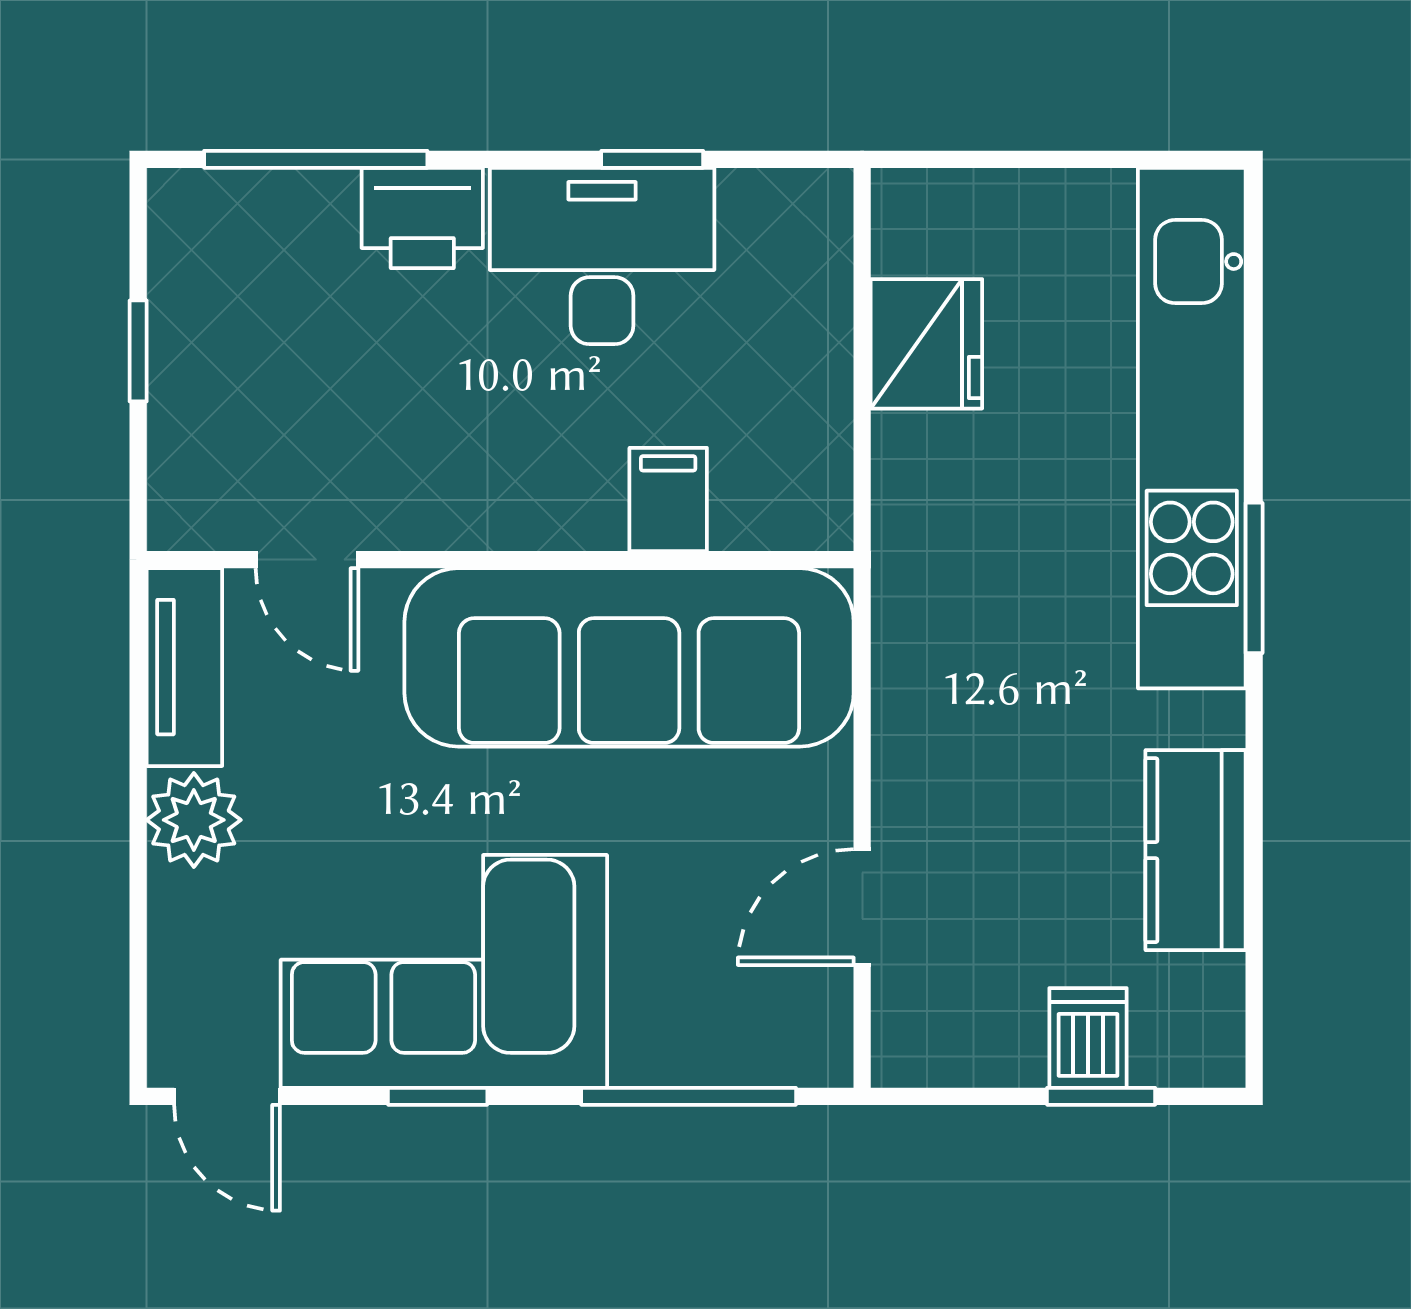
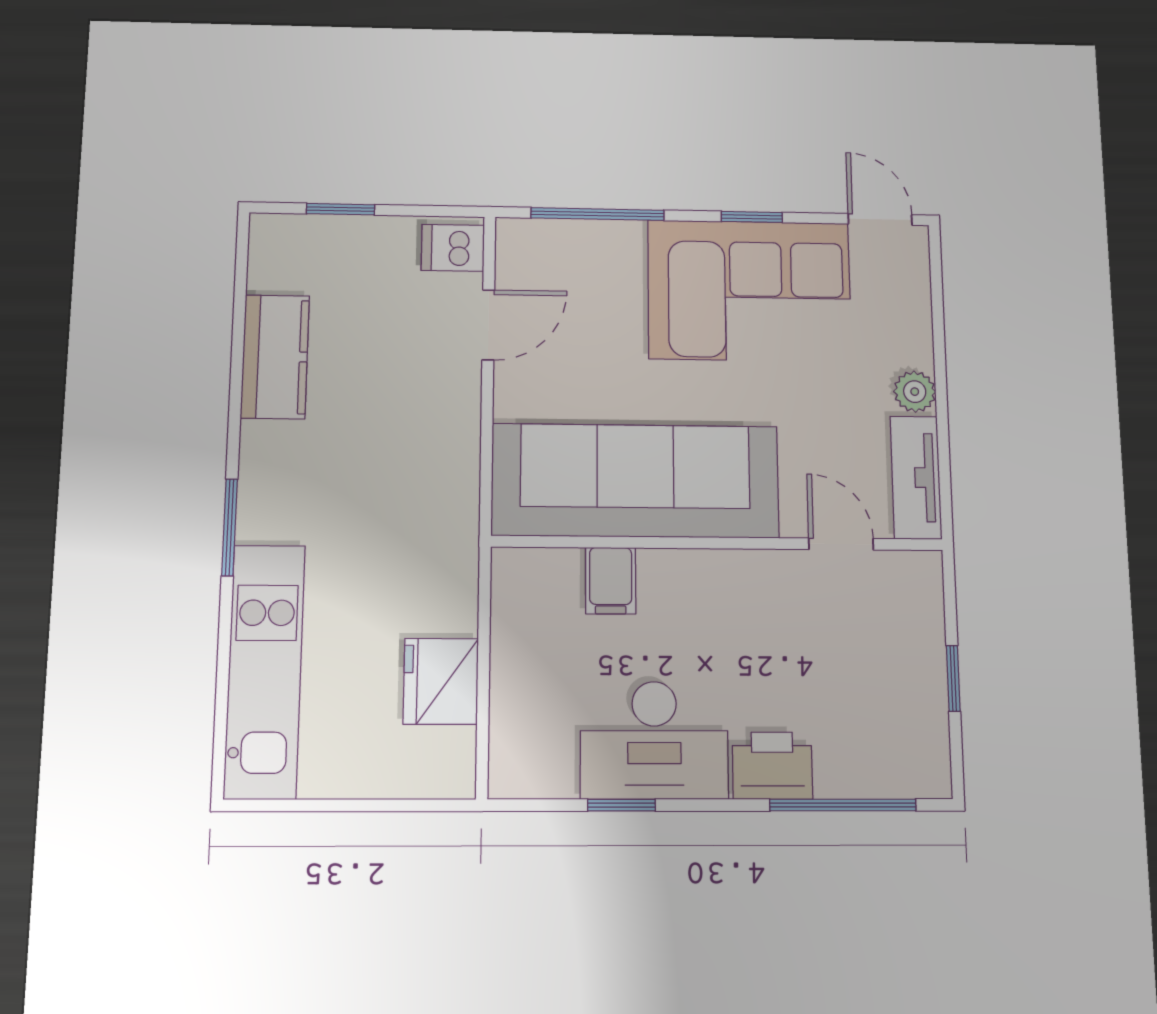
kitchen unit: (1192, 428) -> (265, 671), width x0.73
plant: (194, 820) -> (915, 392), width x0.73, depth x0.73
dishwasher: (1088, 1038) -> (453, 248), moved, turned 90

